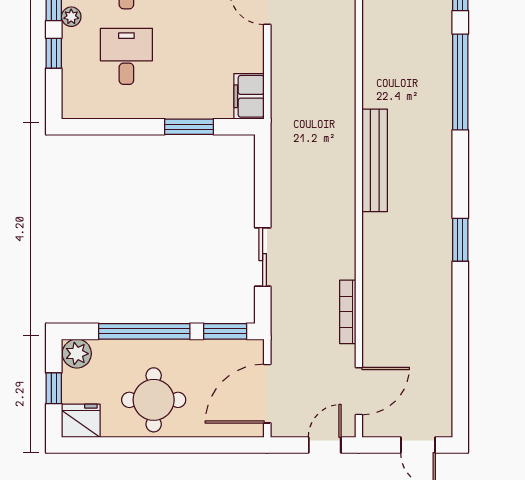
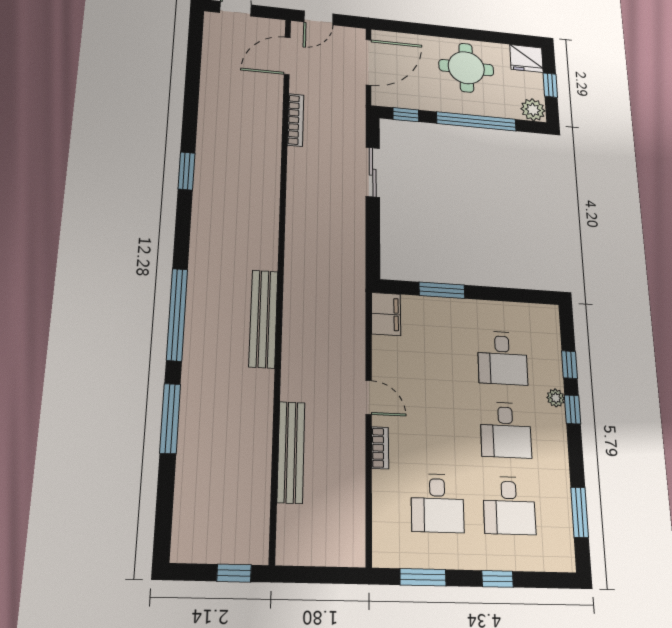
bench: (375, 160) -> (263, 319), moved
window: (225, 331) -> (406, 115), width x0.67

